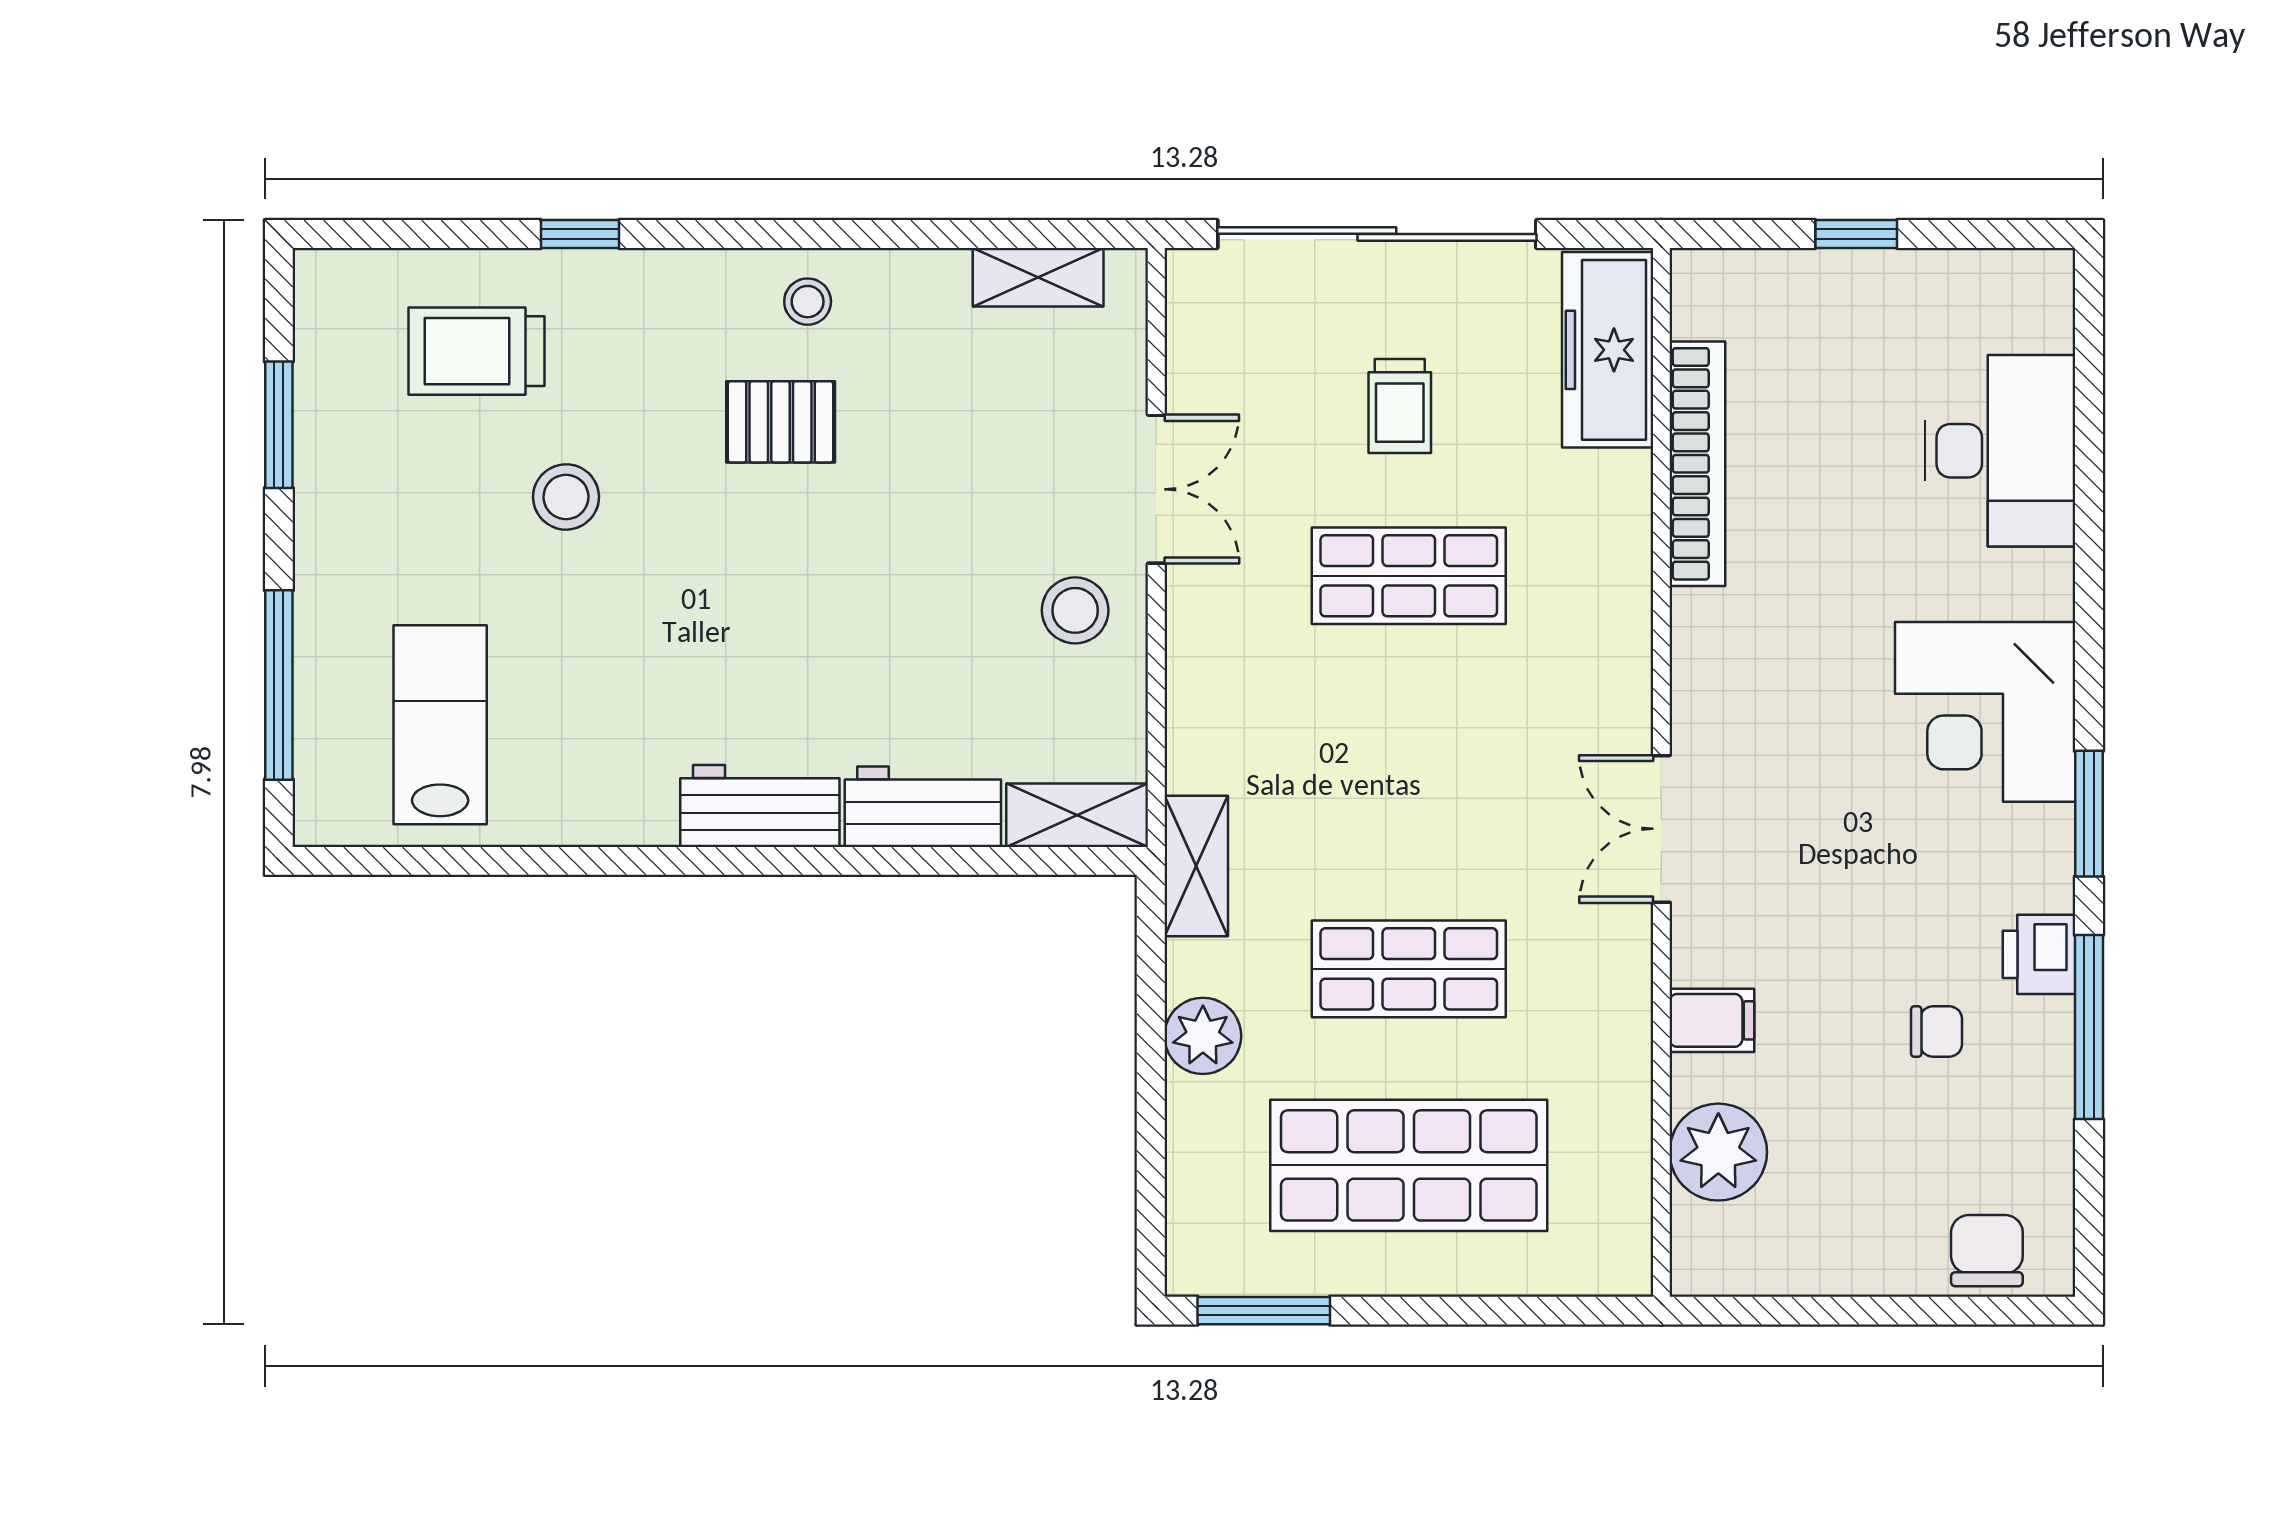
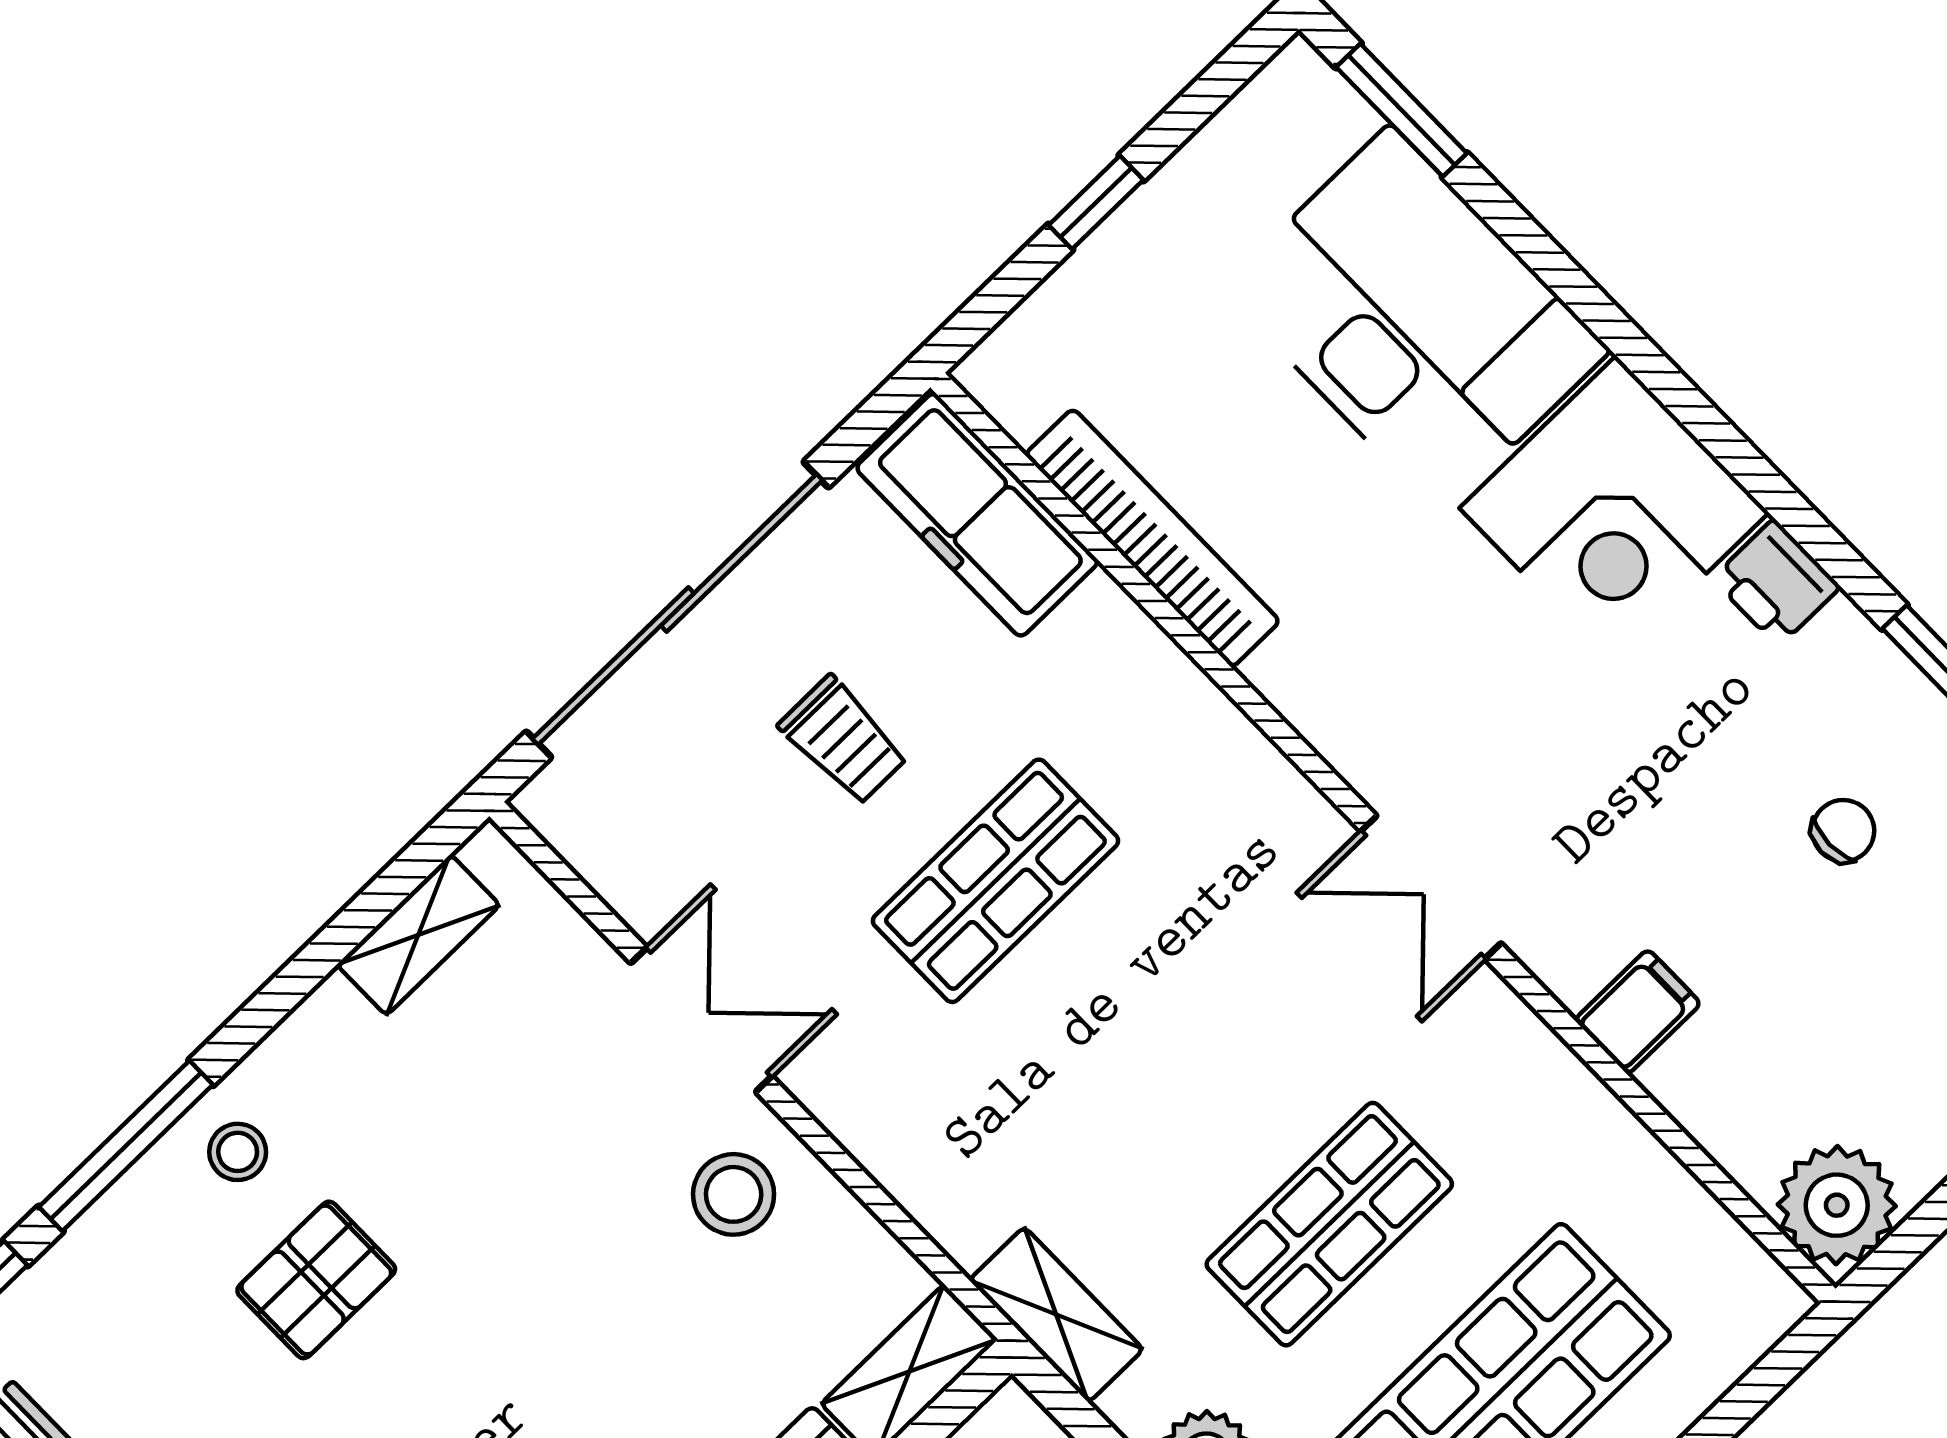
window: (745, 234) -> (126, 1146), added
desk: (2000, 451) -> (1415, 319), width x1.36, depth x1.30
window: (2089, 814) -> (1402, 110), moved
printer: (2039, 954) -> (1776, 583), moved
plant: (1718, 1152) -> (1837, 1205), moved

